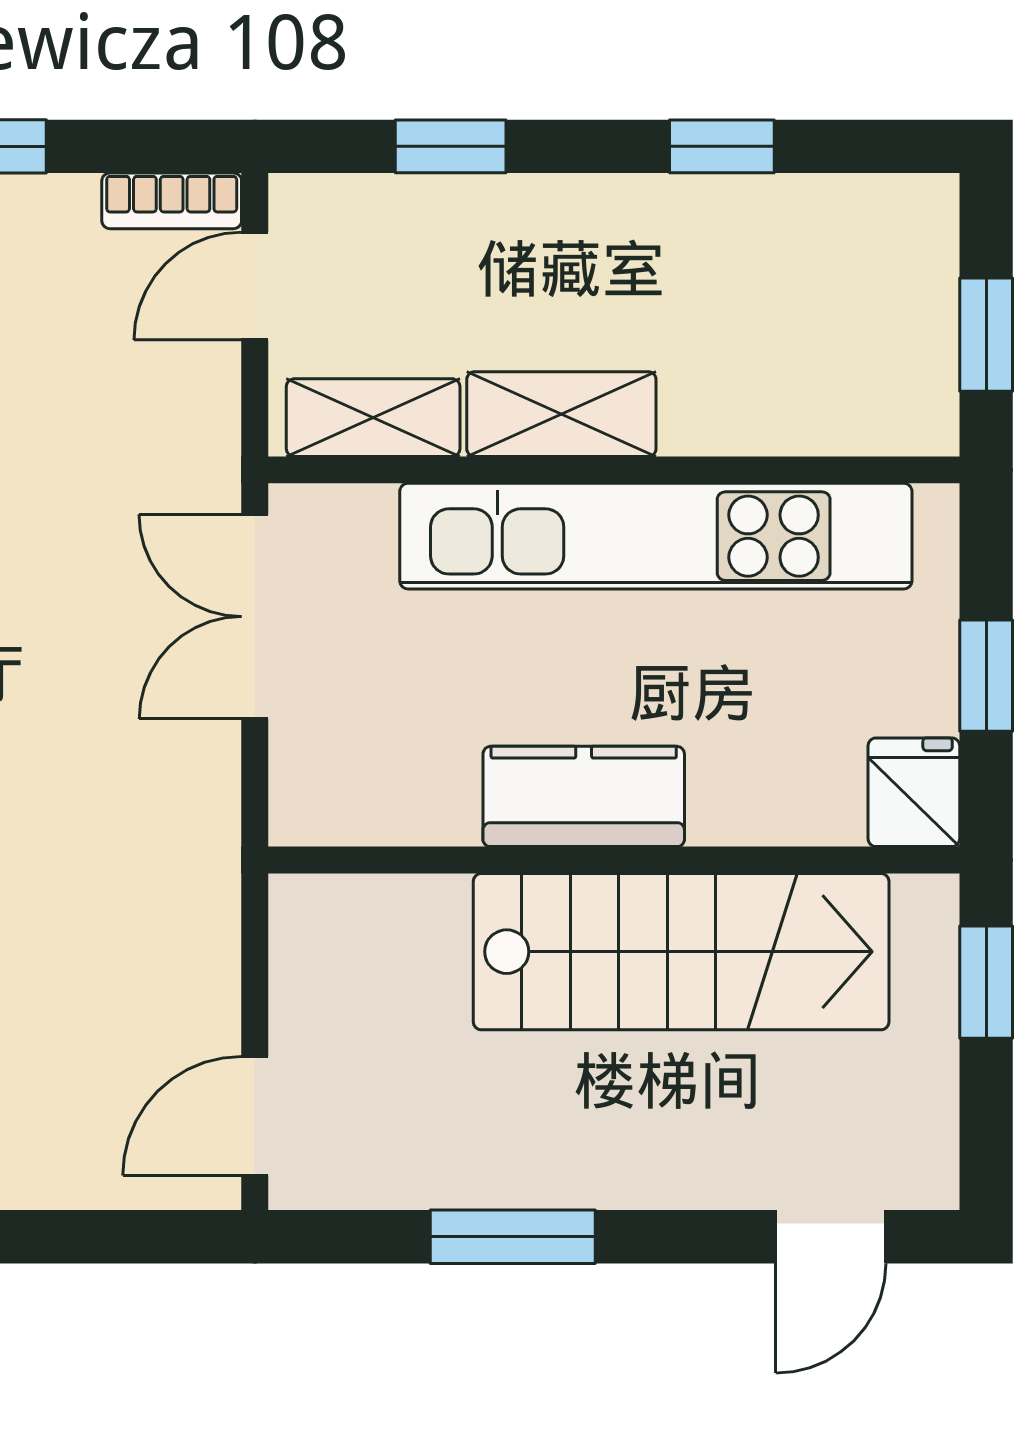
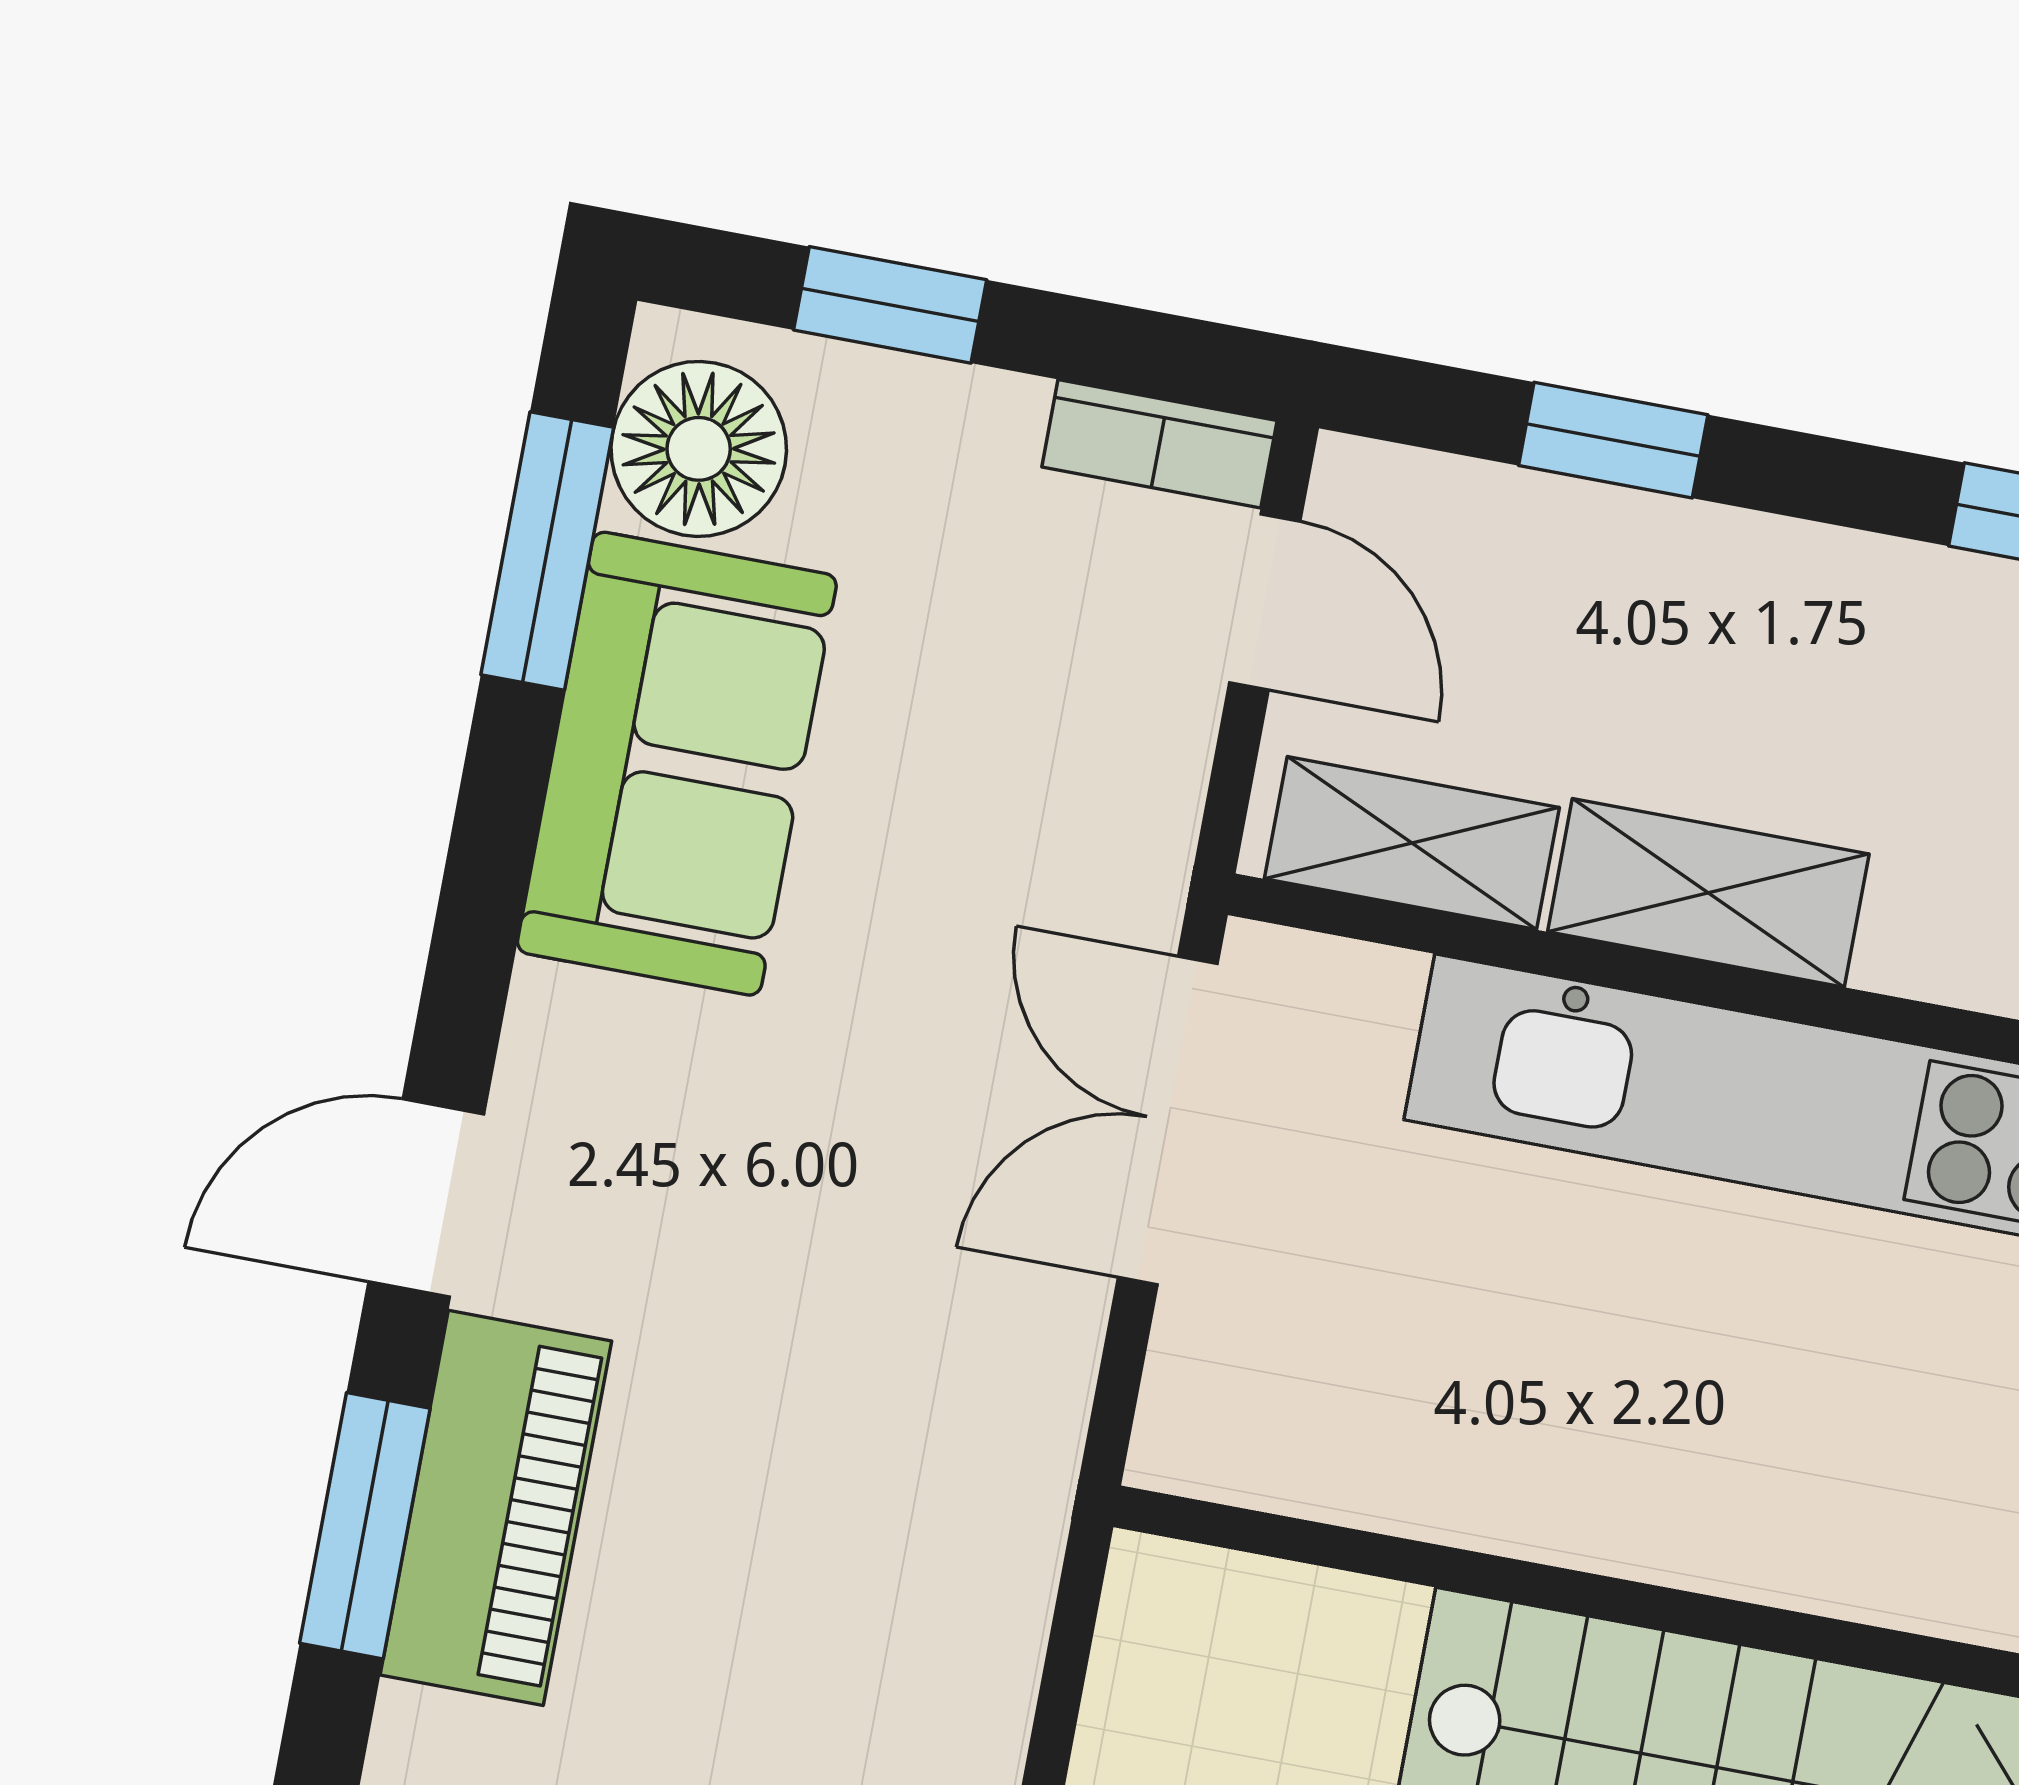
door: (255, 286) -> (1265, 602), swing flipped
kitchen counter: (584, 796) -> (1631, 1499), removed

